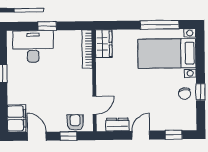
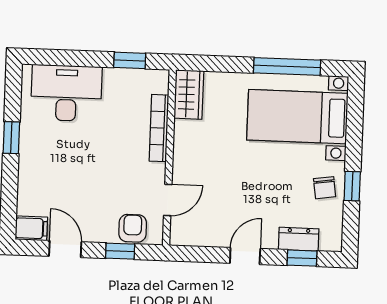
window: (47, 26) -> (130, 60), moved
bookcase: (87, 49) -> (159, 128), moved
filing cabinet: (17, 118) -> (31, 228), width x0.50
dresser: (117, 125) -> (299, 239), moved

